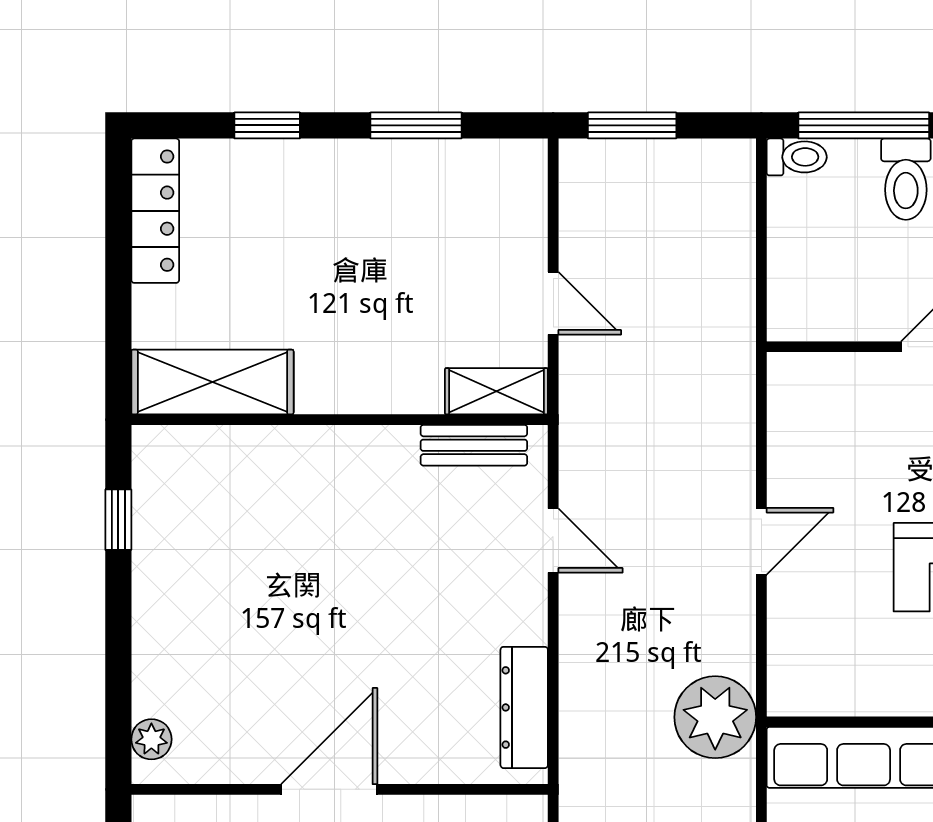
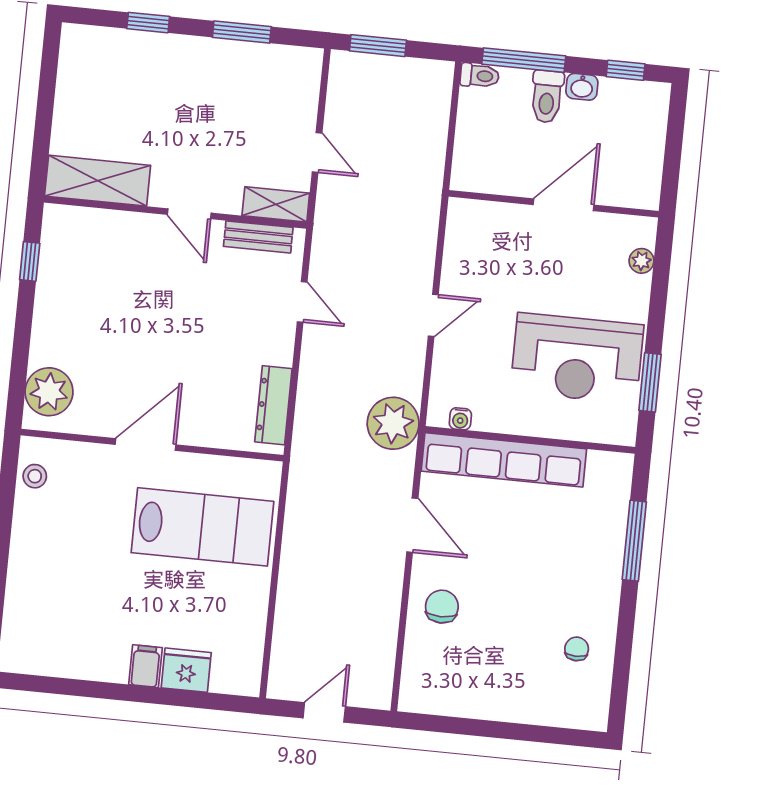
locker: (155, 211) -> (72, 69), removed
door: (362, 420) -> (189, 214), added
water cooler: (820, 700) -> (460, 419), added
plant: (151, 739) -> (49, 392), width x1.87, depth x1.87

